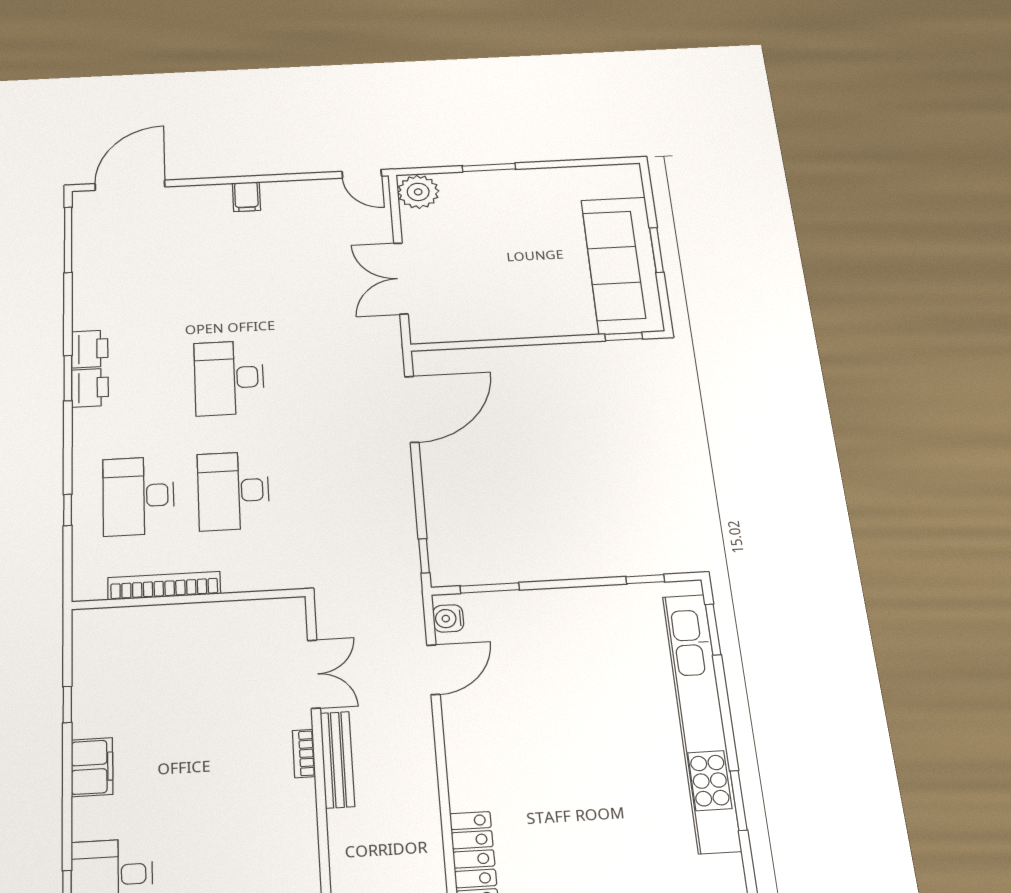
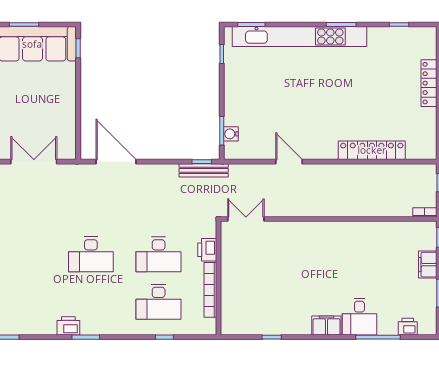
double door: (401, 278) -> (34, 162), swing flipped
printer: (90, 388) -> (207, 250), moved, turned -90
water cooler: (448, 618) -> (231, 134), moved, turned 90
door: (433, 670) -> (289, 162), moved
double door: (314, 674) -> (246, 219), moved
bookcase: (304, 753) -> (304, 226), removed
bench: (337, 760) -> (204, 170), moved
filing cabinet: (92, 767) -> (326, 325), moved

